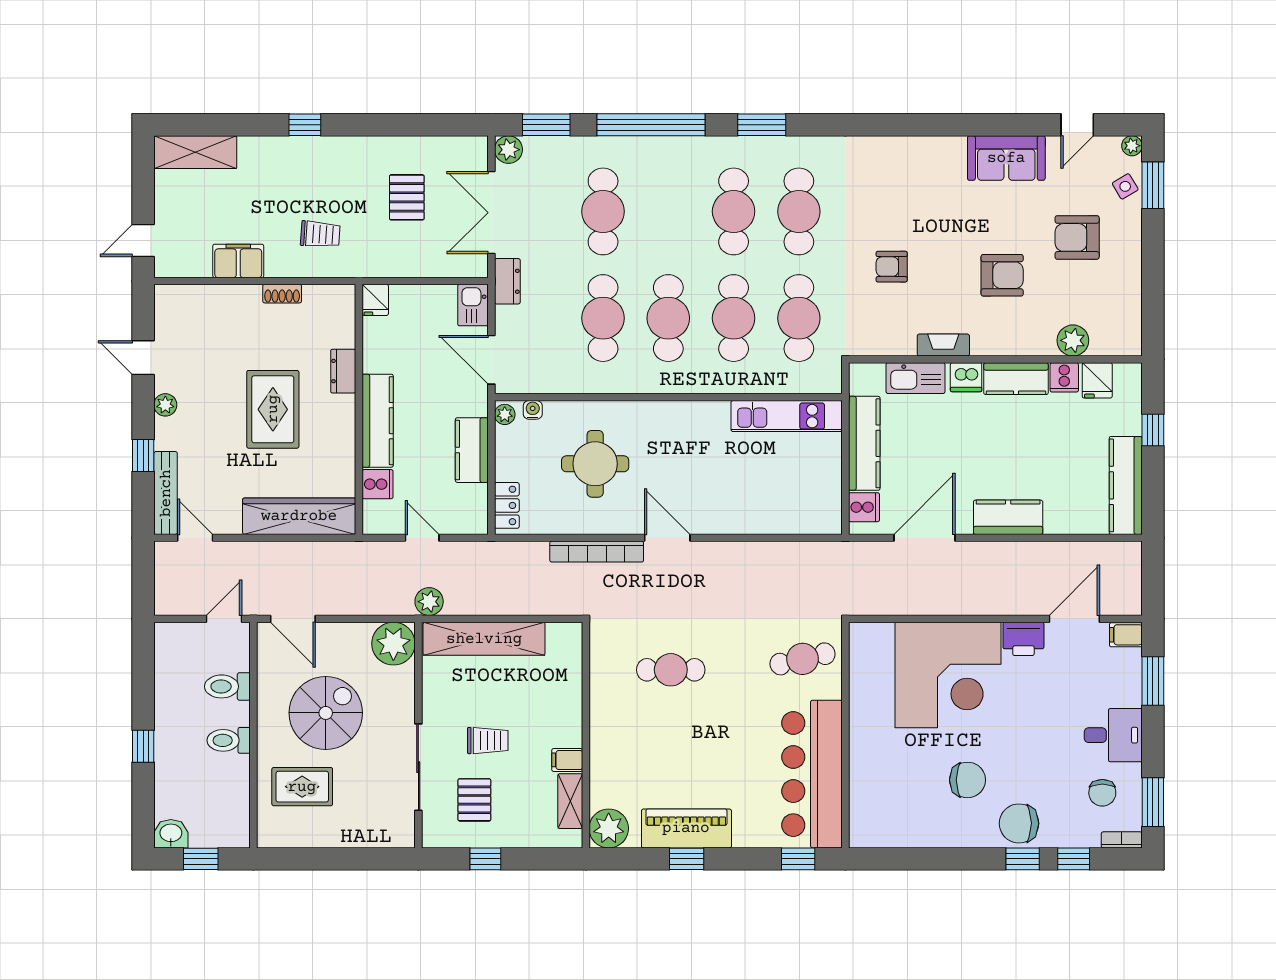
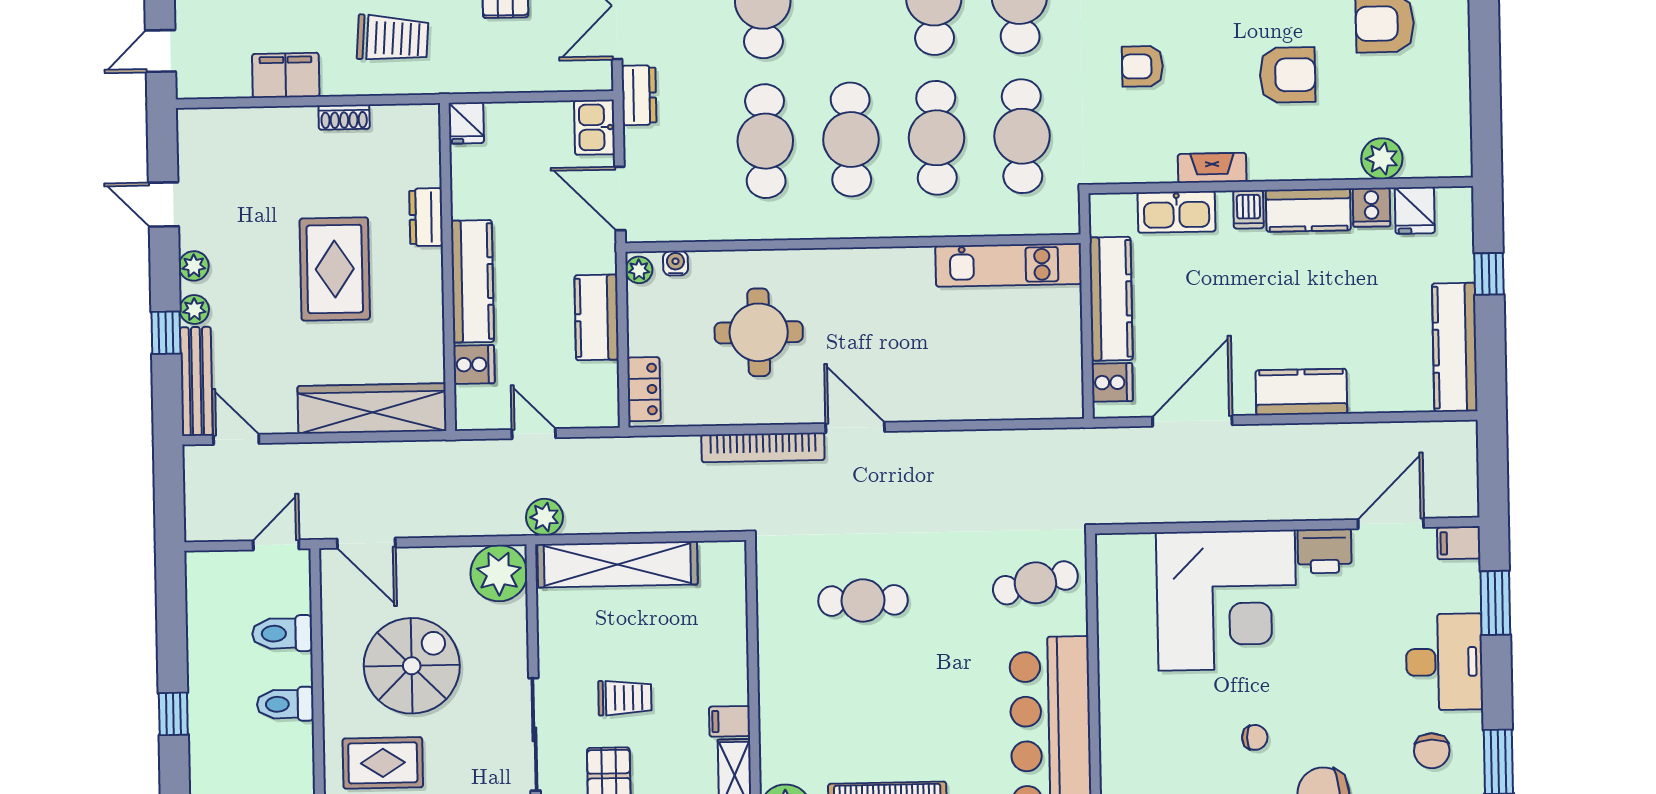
trolley: (320, 234) -> (393, 38), width x1.36, depth x1.39
dishwasher: (966, 377) -> (1248, 209), width x0.73
plant: (165, 438) -> (194, 309), added
desk: (1113, 735) -> (1444, 662), width x1.37
chair: (968, 780) -> (1255, 737), width x0.54, depth x0.54

